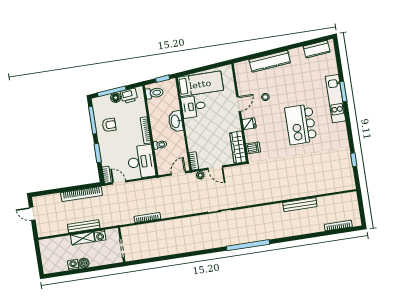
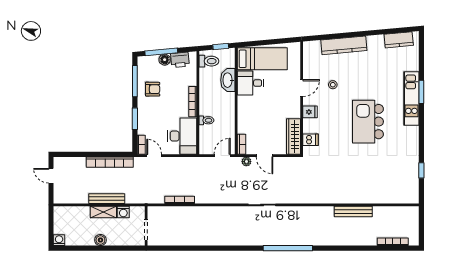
washbasin: (176, 121) -> (228, 80), moved
washing machine: (73, 265) -> (59, 240), moved

